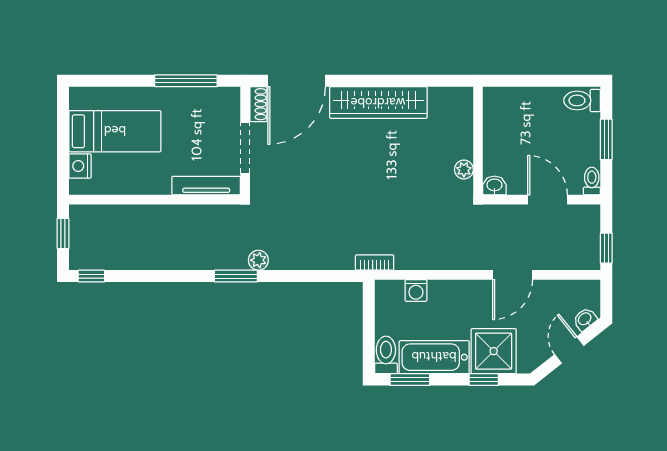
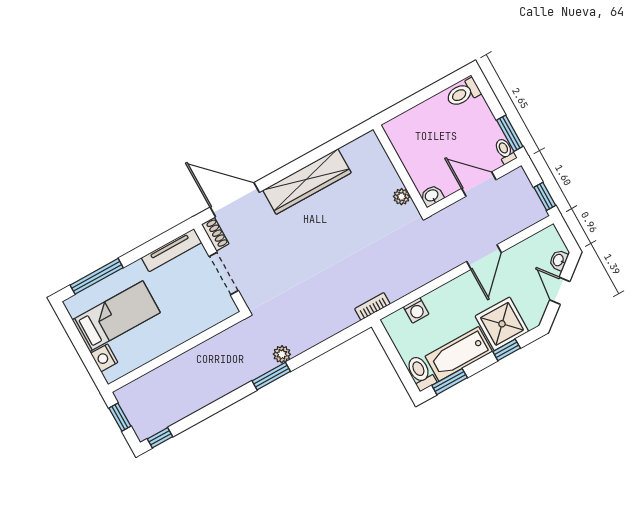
window: (186, 81) -> (97, 276), moved
door: (297, 81) -> (235, 200), swing flipped
window: (606, 139) -> (510, 133), moved
tv unit: (206, 186) -> (172, 250), moved, turned 180

